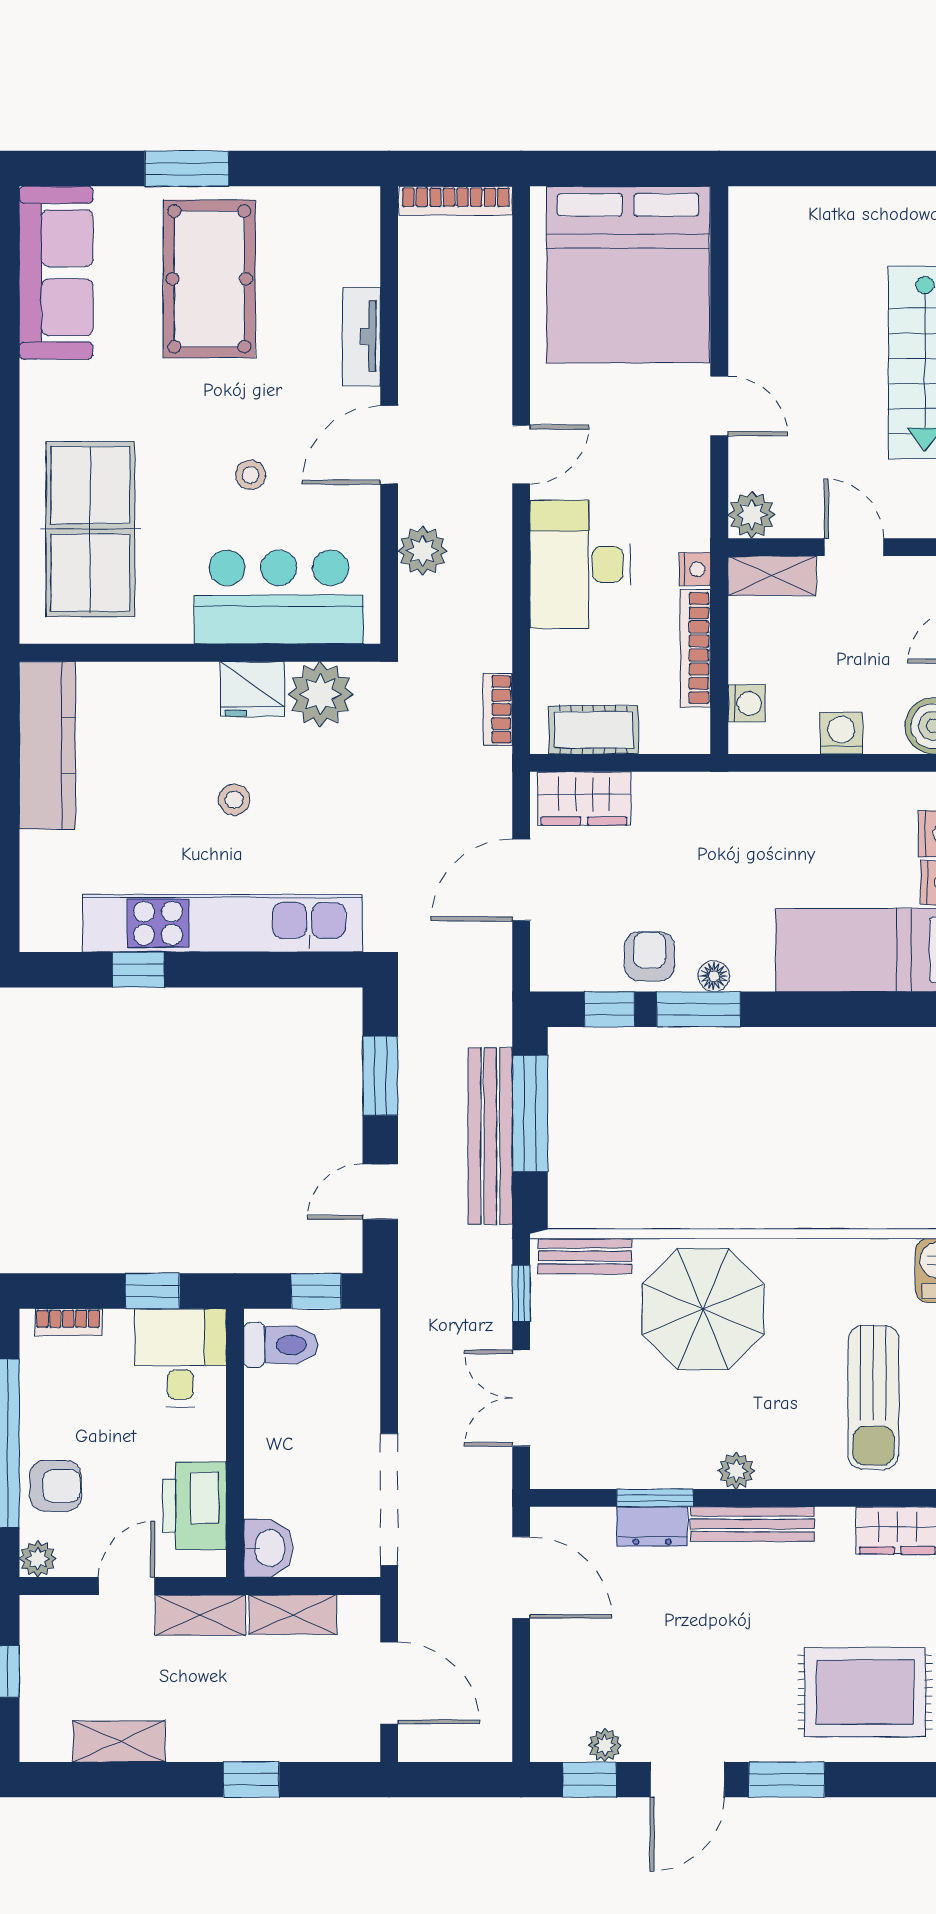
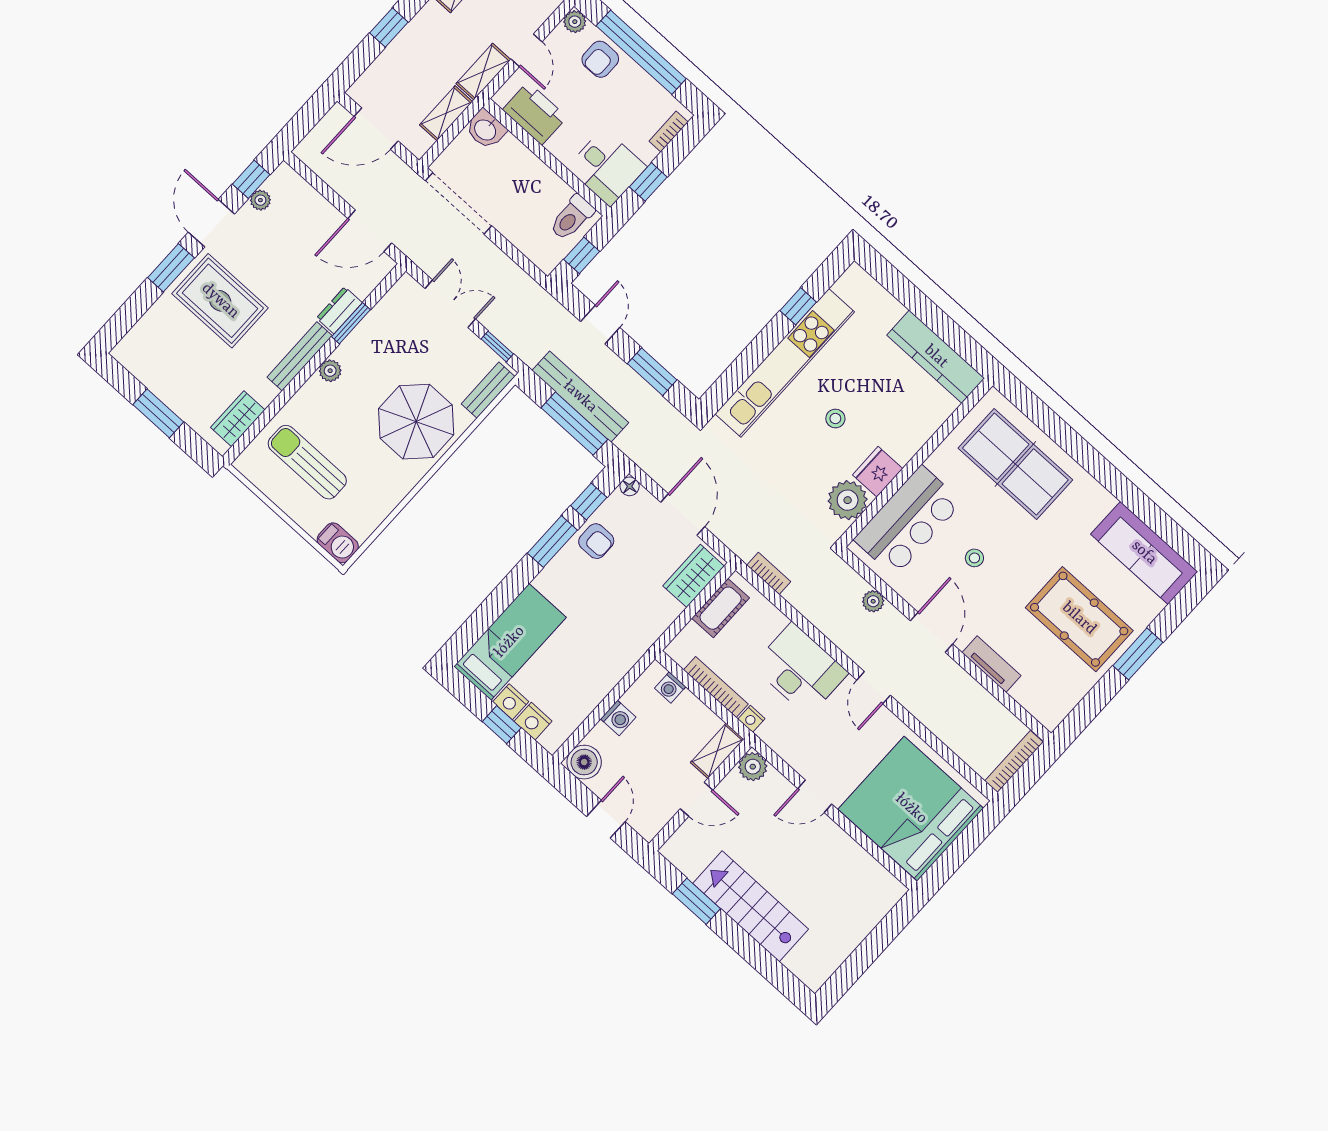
plant: (423, 551) -> (873, 601), width x0.73, depth x0.73
floor lamp: (714, 976) -> (630, 486), moved
rug: (865, 1692) -> (220, 301), moved, turned 90

